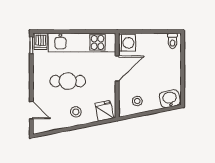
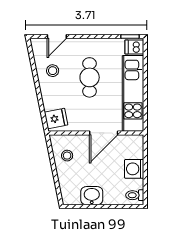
washing machine: (127, 43) -> (134, 169), moved, turned 90
door: (117, 69) -> (104, 133), hinge flipped
washbasin: (170, 99) -> (92, 196), moved, turned -79
stool: (76, 112) -> (53, 71), moved

